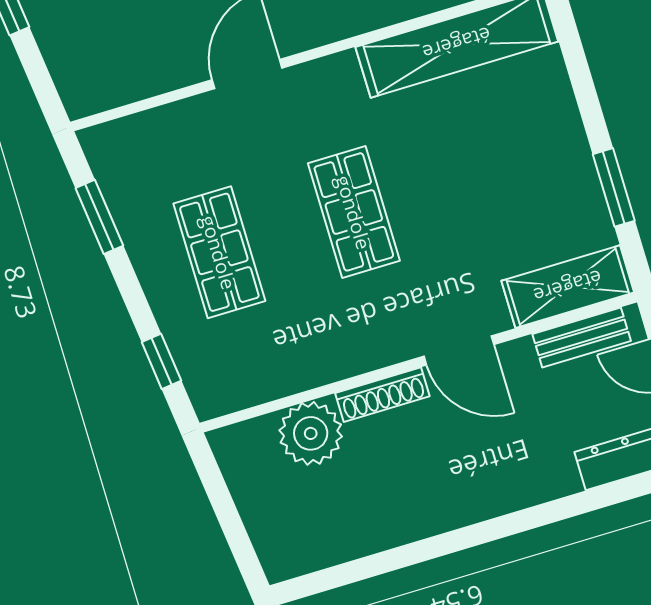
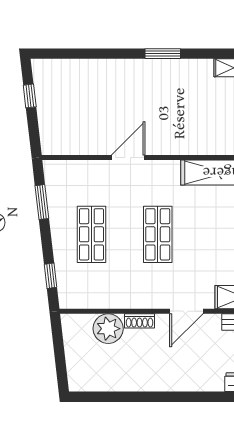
door: (459, 350) -> (186, 311), hinge flipped
shoe rack: (382, 395) -> (140, 321), width x0.70

